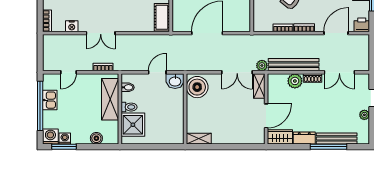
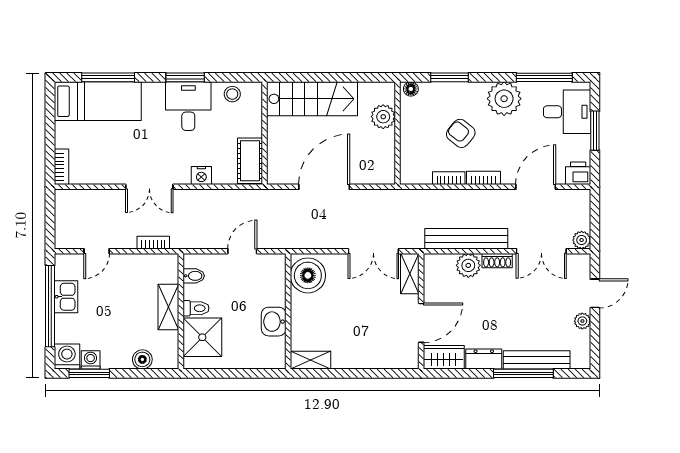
nightstand: (72, 26) -> (201, 175), moved
plant: (262, 66) -> (582, 240), moved
washbasin: (175, 81) -> (274, 322), moved, turned 90
shelving: (110, 99) -> (168, 307), width x0.67, depth x0.75

